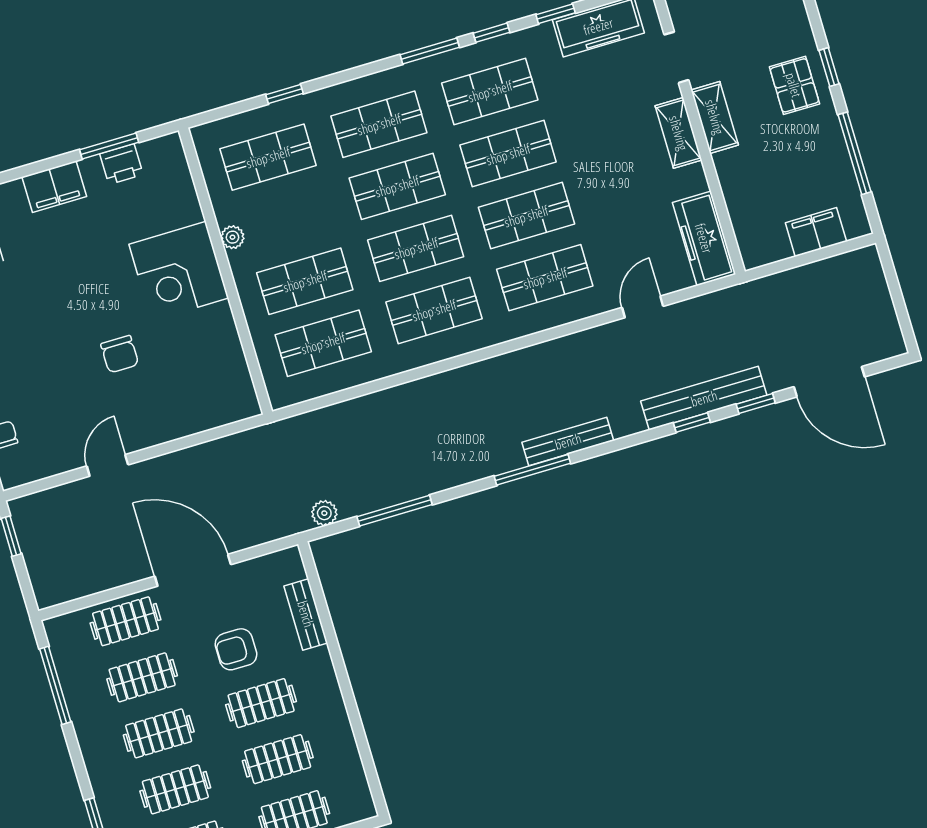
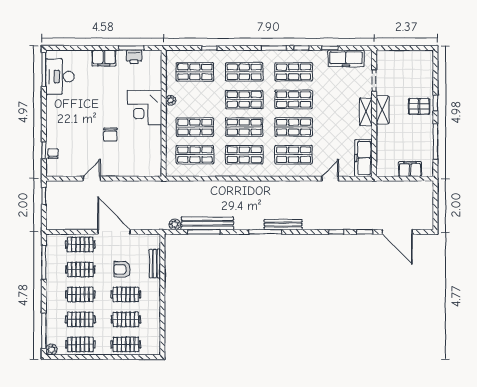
pallet: (794, 85) -> (419, 106), turned 90
bench: (704, 398) -> (207, 223), moved

